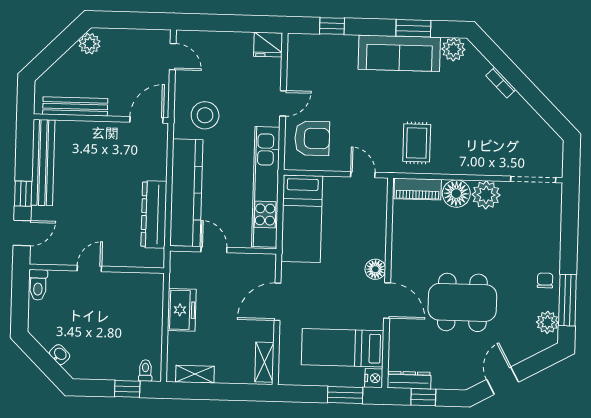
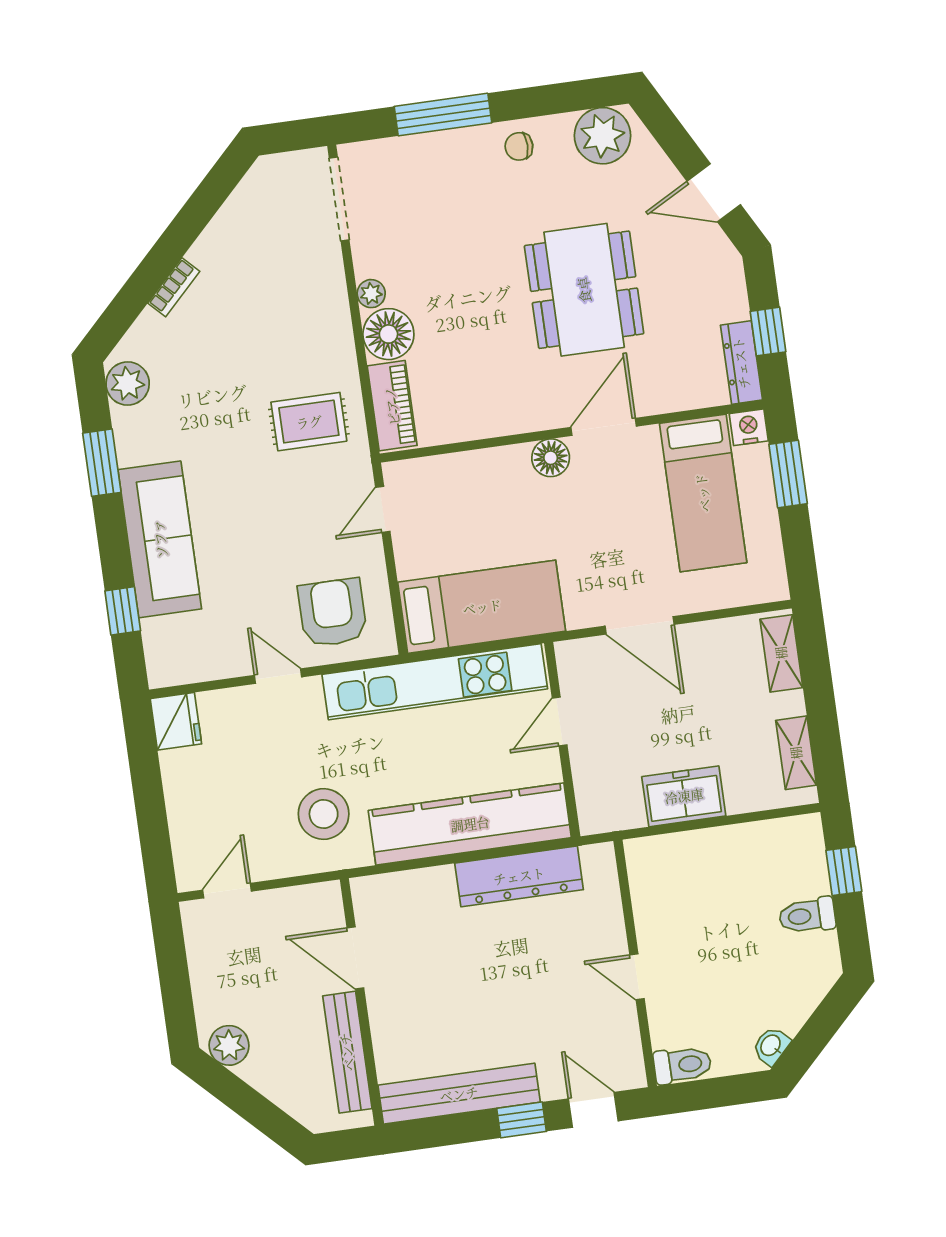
sofa: (399, 53) -> (160, 539), moved
door: (147, 120) -> (355, 958), moved
plant: (486, 195) -> (371, 294), width x0.53, depth x0.53
door: (214, 250) -> (560, 722), moved
window: (567, 300) -> (443, 115), moved
plant: (547, 322) -> (603, 136), width x1.36, depth x1.36
washbasin: (60, 355) -> (771, 1046), moved
shelving: (264, 362) -> (781, 653), moved, turned 90
toilet: (145, 371) -> (807, 916), moved, width x1.37, depth x1.39

